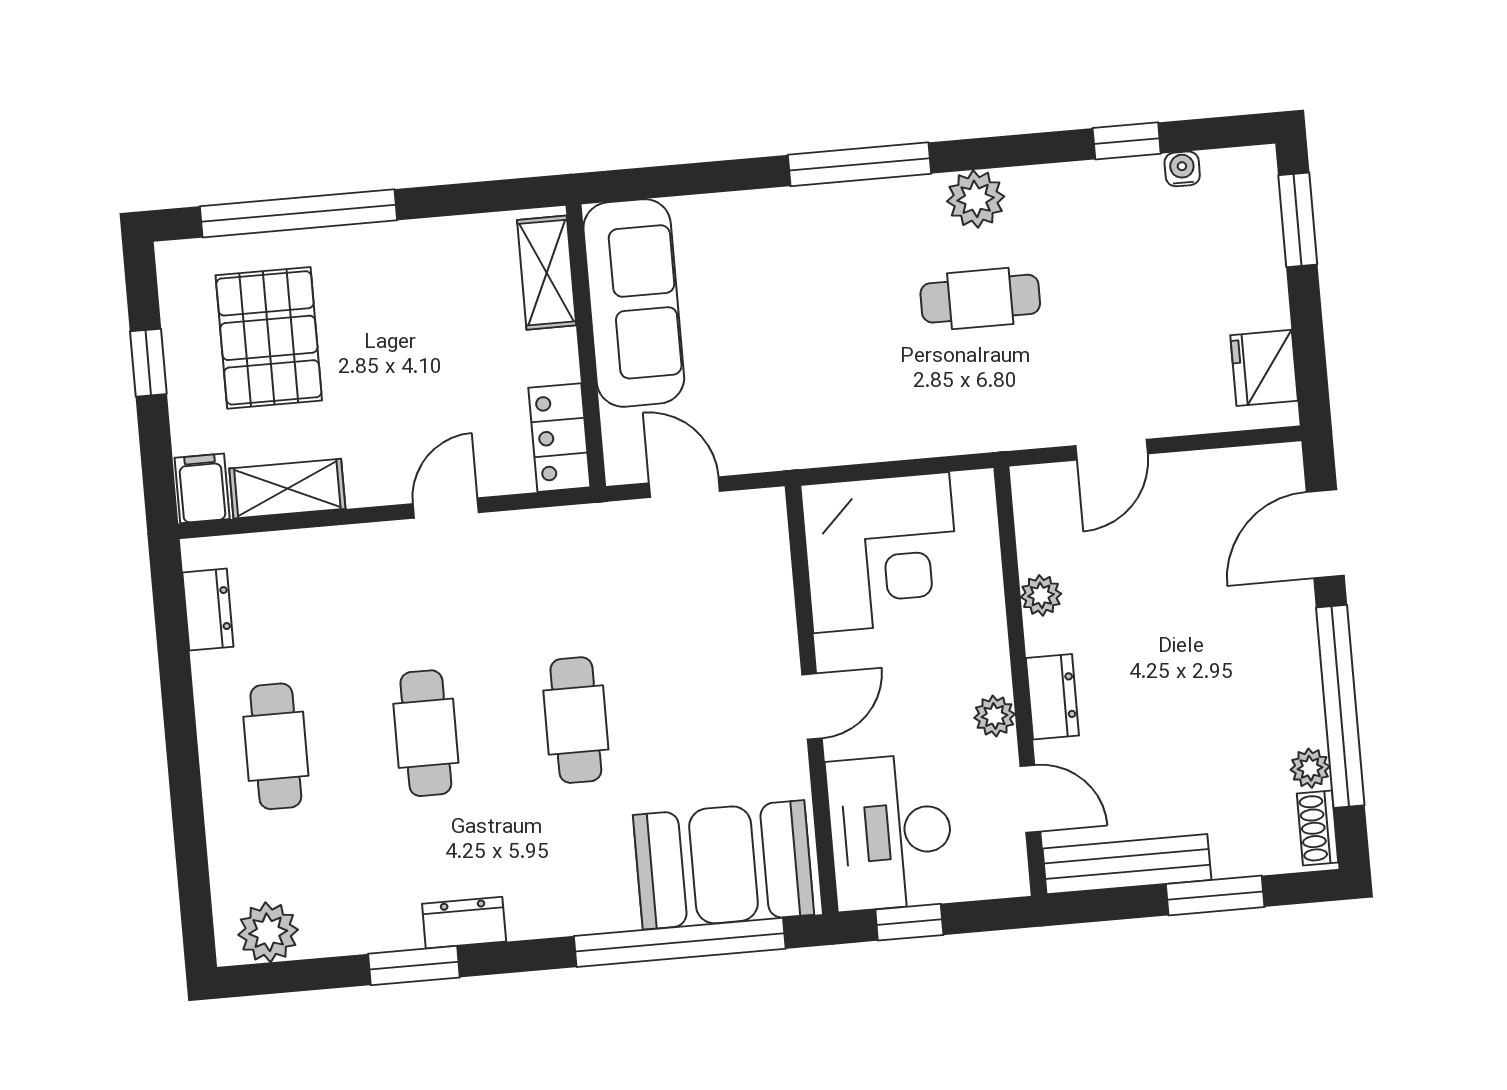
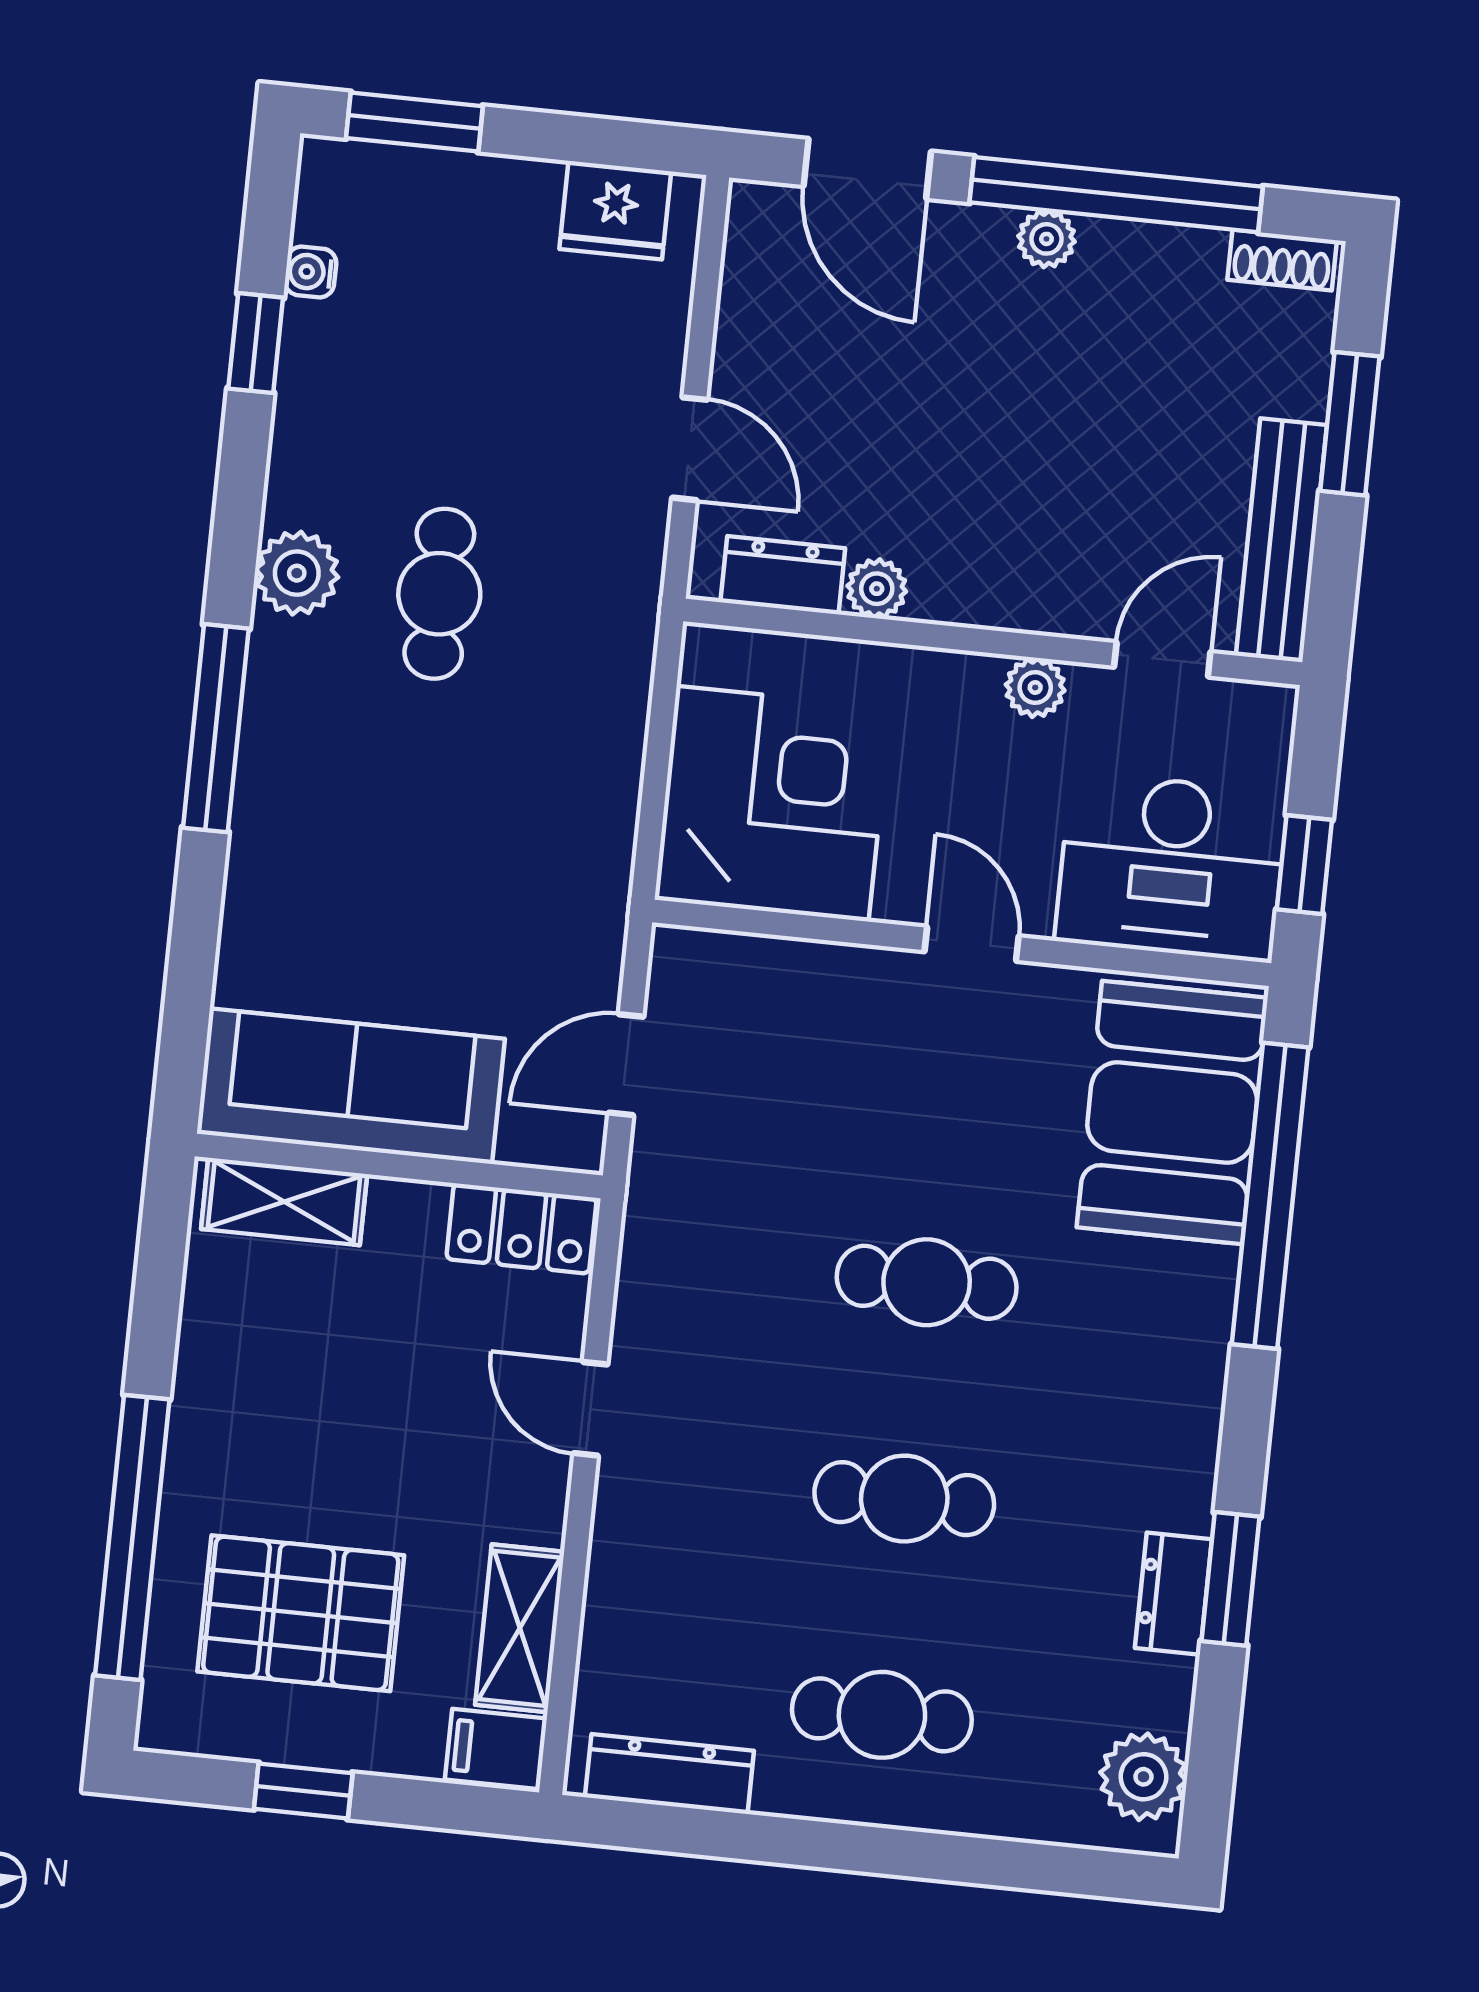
dresser: (208, 610) -> (669, 1774), width x1.44
dresser: (1052, 697) -> (783, 575), moved
plant: (1310, 768) -> (1046, 239), moved
dresser: (464, 923) -> (1173, 1594), moved

